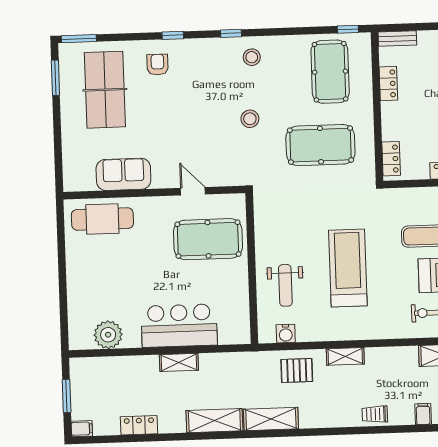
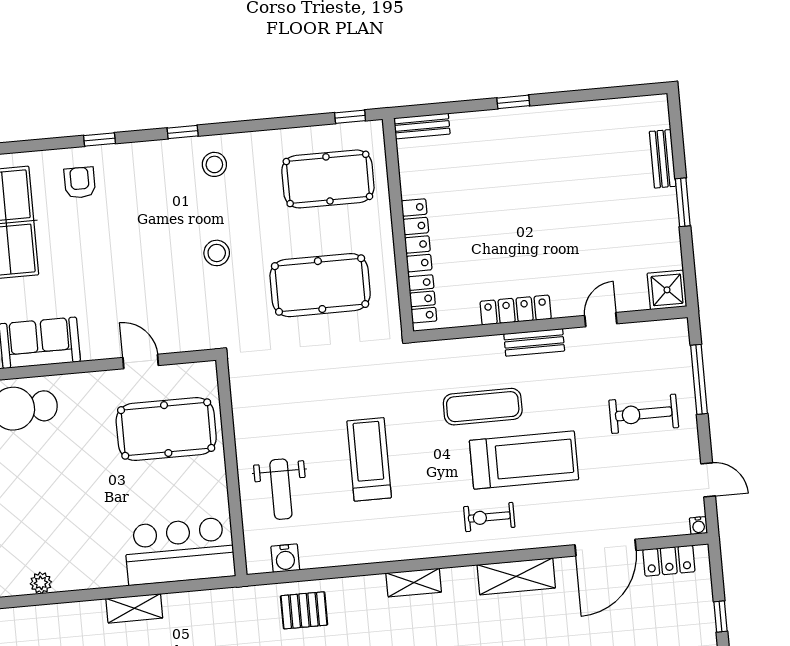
pool table: (330, 72) -> (328, 179), turned 90
locker: (388, 83) -> (417, 235), moved, width x1.53
treadmill: (348, 268) -> (369, 459), width x0.73, depth x0.73
bar counter: (179, 326) -> (180, 551), moved
plant: (108, 335) -> (41, 583), width x0.53, depth x0.53
shelving: (345, 356) -> (414, 583), moved

